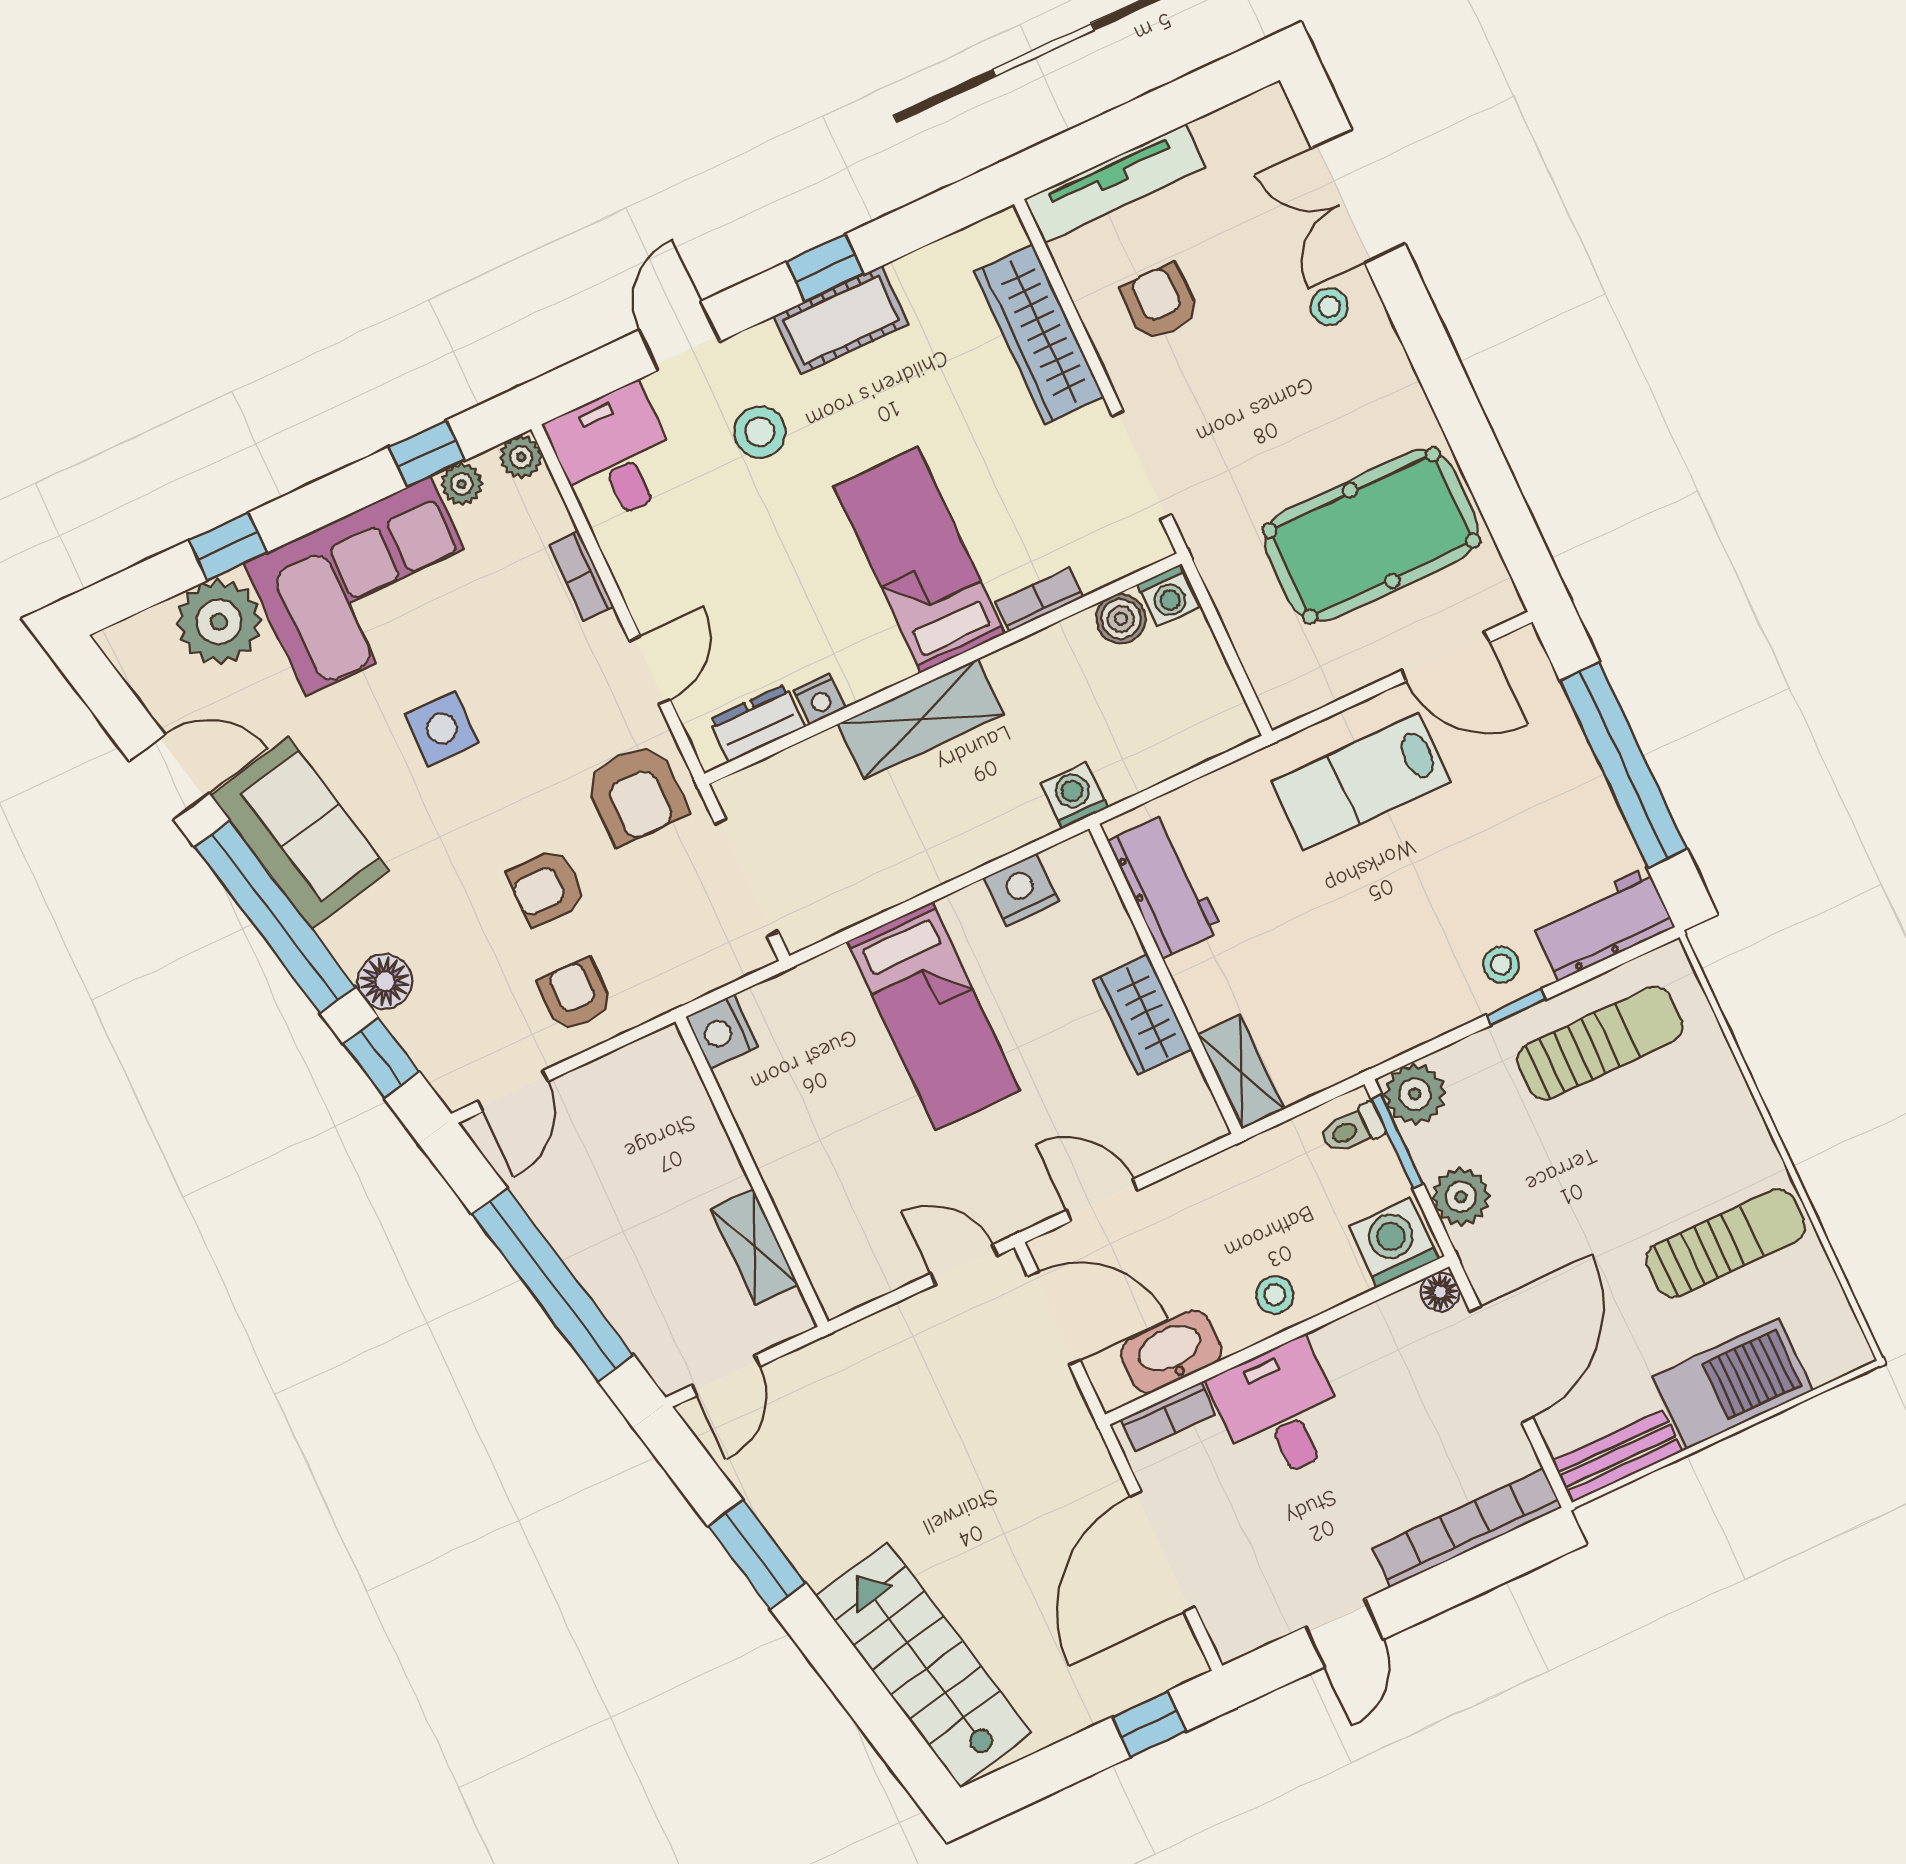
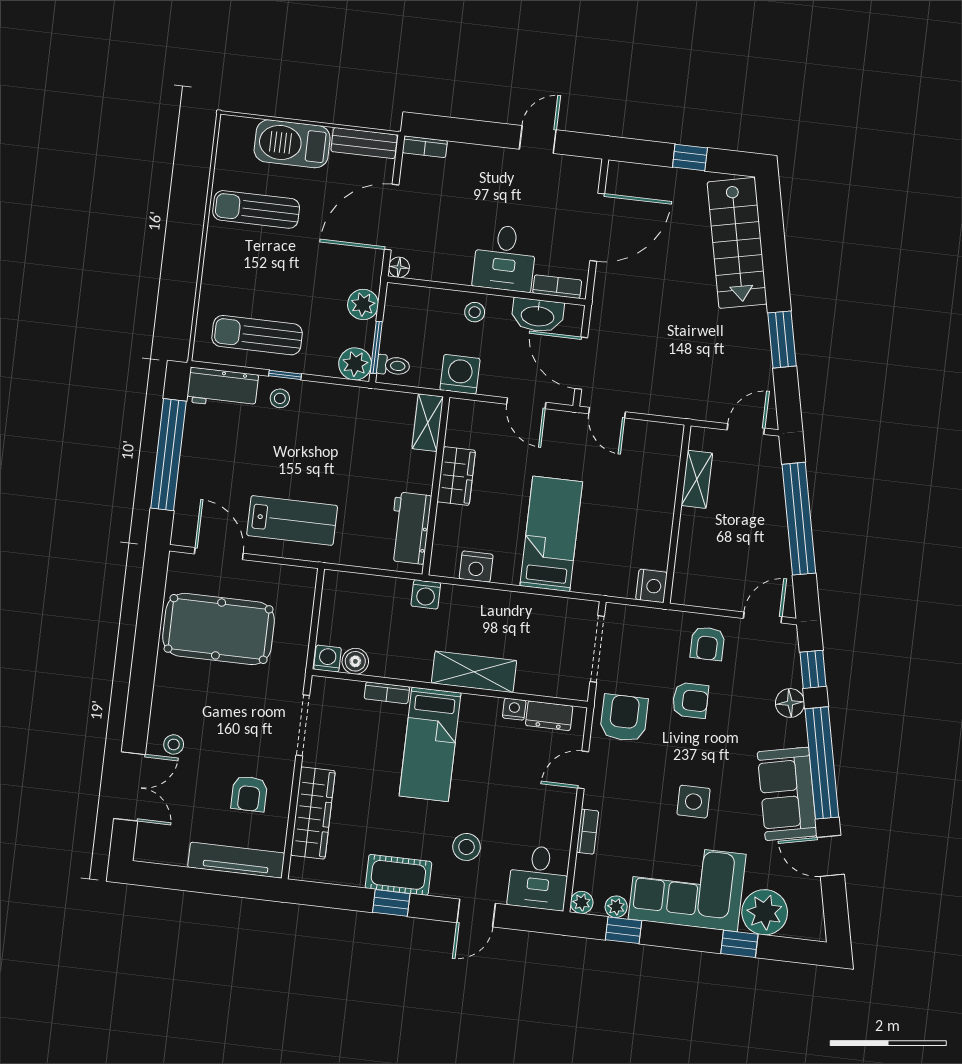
washing machine: (1394, 1242) -> (460, 374), moved, turned 180
bookcase: (1467, 1528) -> (425, 147), width x0.43, depth x0.76
window: (1149, 1724) -> (690, 157), moved

